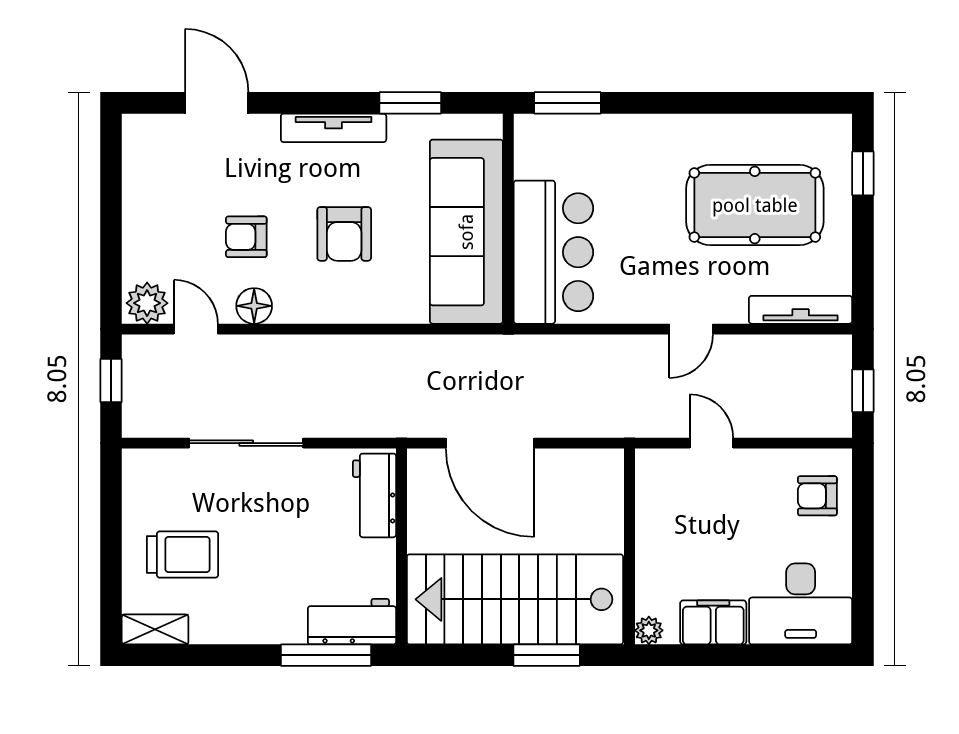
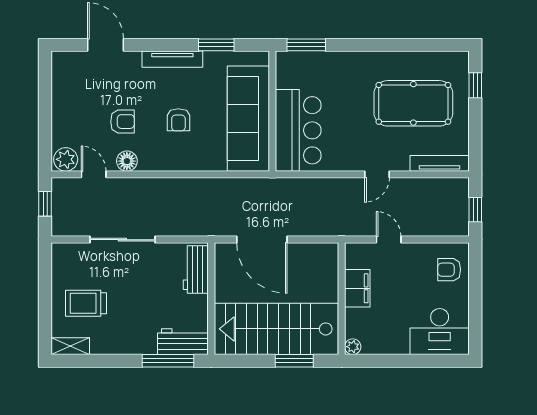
armchair: (344, 234) -> (178, 120), width x0.72, depth x0.72
armchair: (246, 237) -> (123, 122), turned 180
trolley: (182, 554) -> (86, 303), turned 180
filing cabinet: (713, 622) -> (357, 288), moved, turned 90

